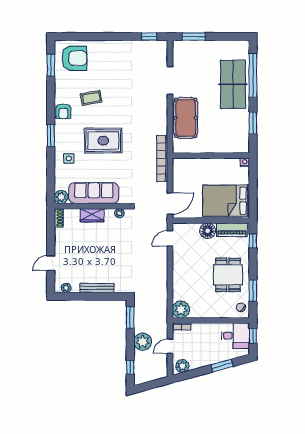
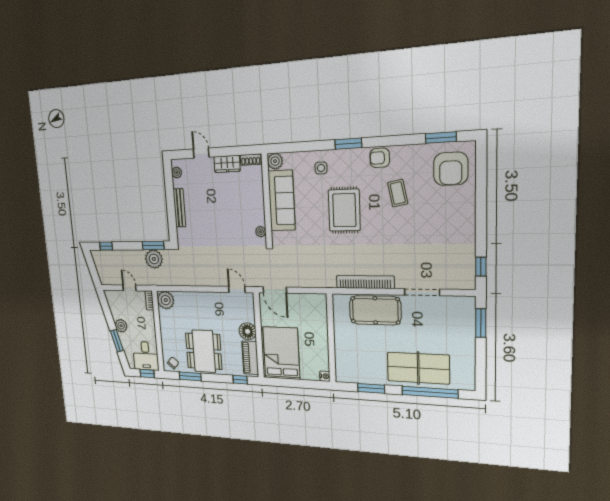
bookcase: (162, 158) -> (365, 282), moved
wardrobe: (92, 215) -> (227, 164), moved, turned -90
dining table: (228, 275) -> (204, 351), width x1.38
plant: (143, 342) -> (154, 259), moved
plant: (182, 366) -> (121, 326), moved

